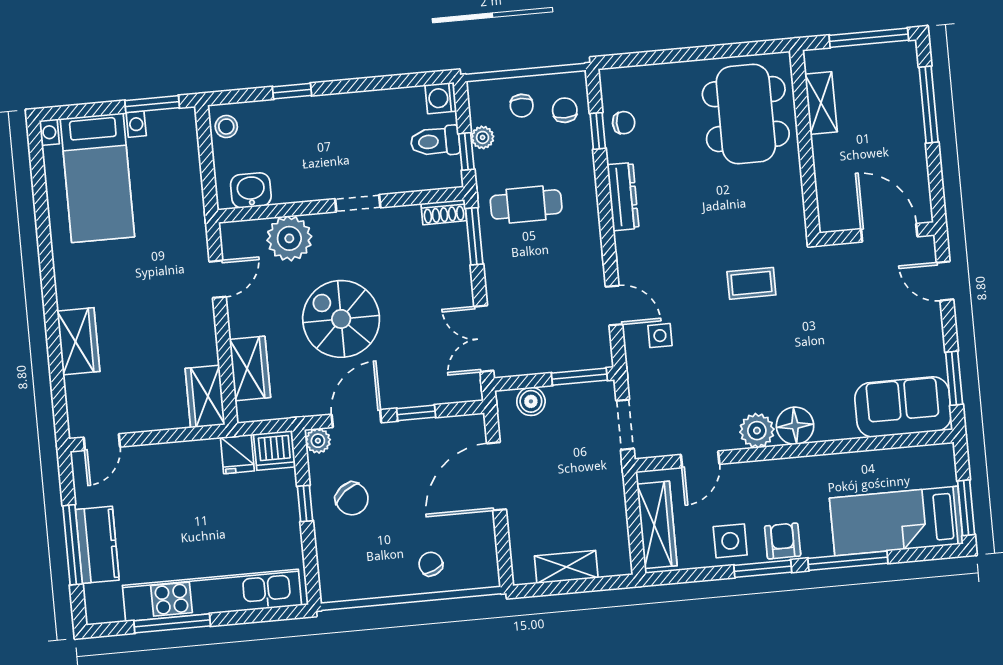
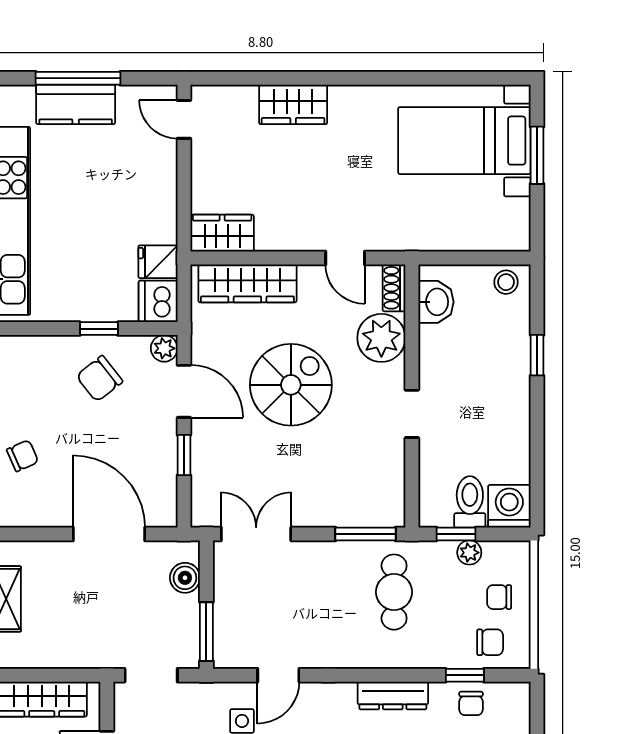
washing machine: (441, 98) -> (509, 506), width x1.38, depth x1.38
window: (152, 104) -> (537, 155), moved
shoe rack: (444, 212) -> (394, 288), moved
wardrobe: (250, 368) -> (247, 283), width x1.50

